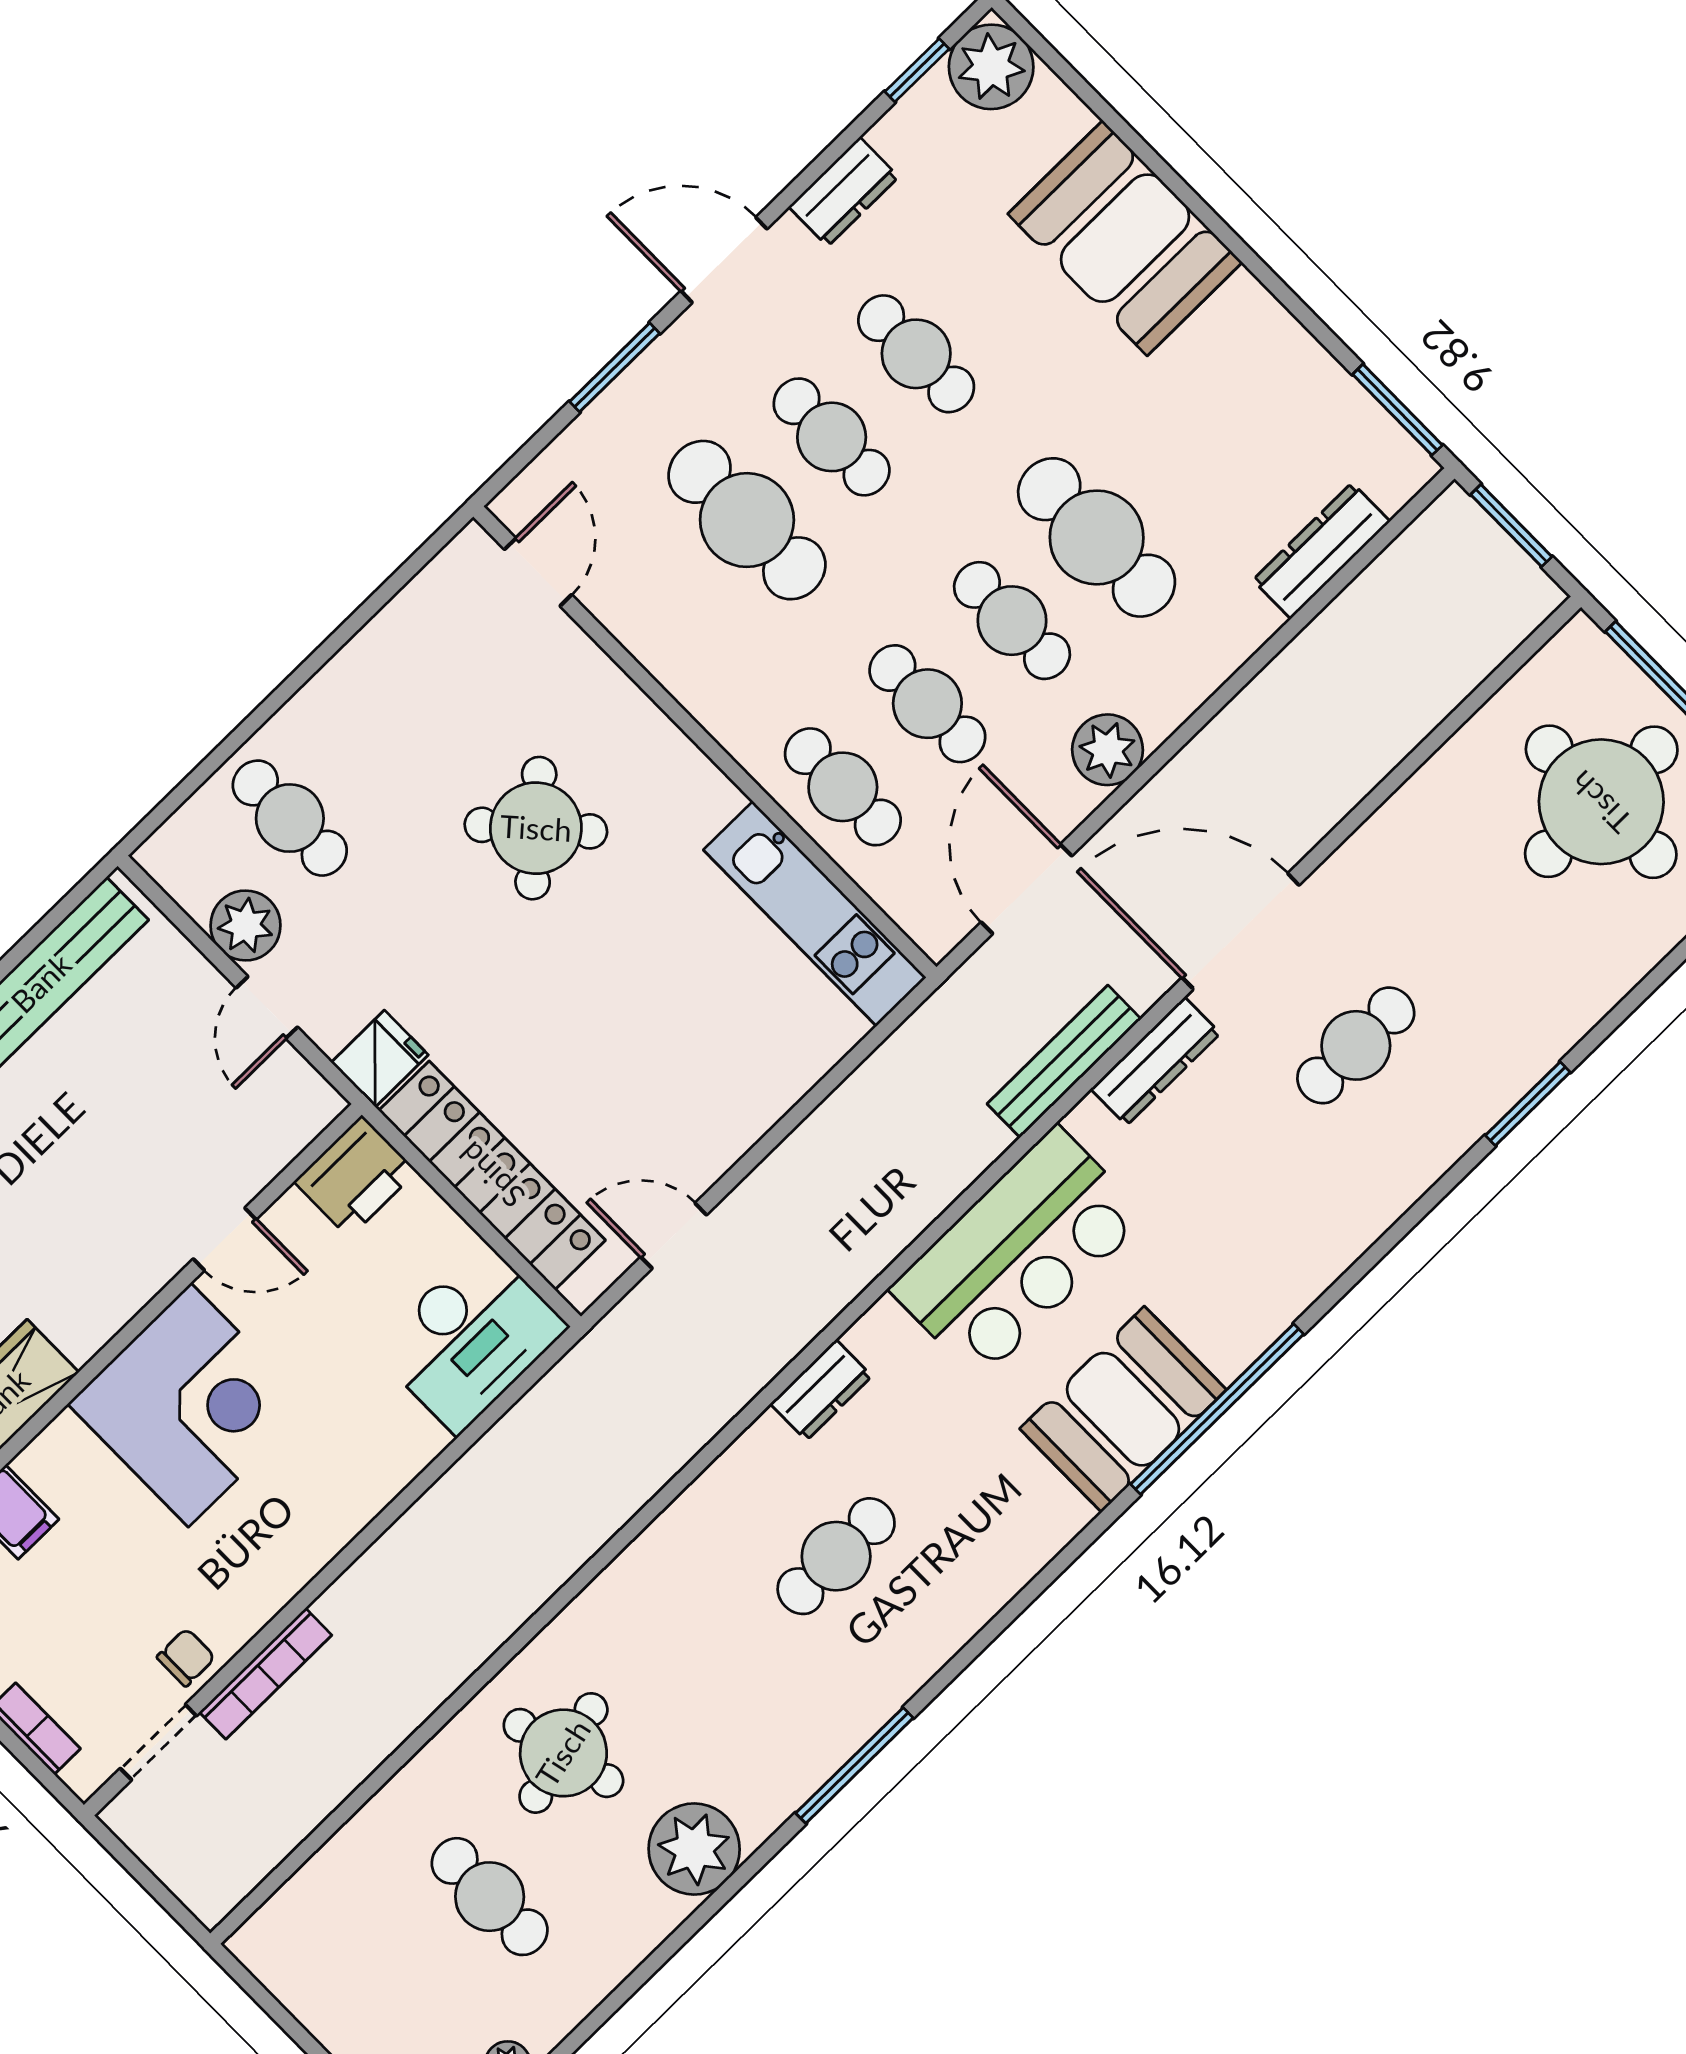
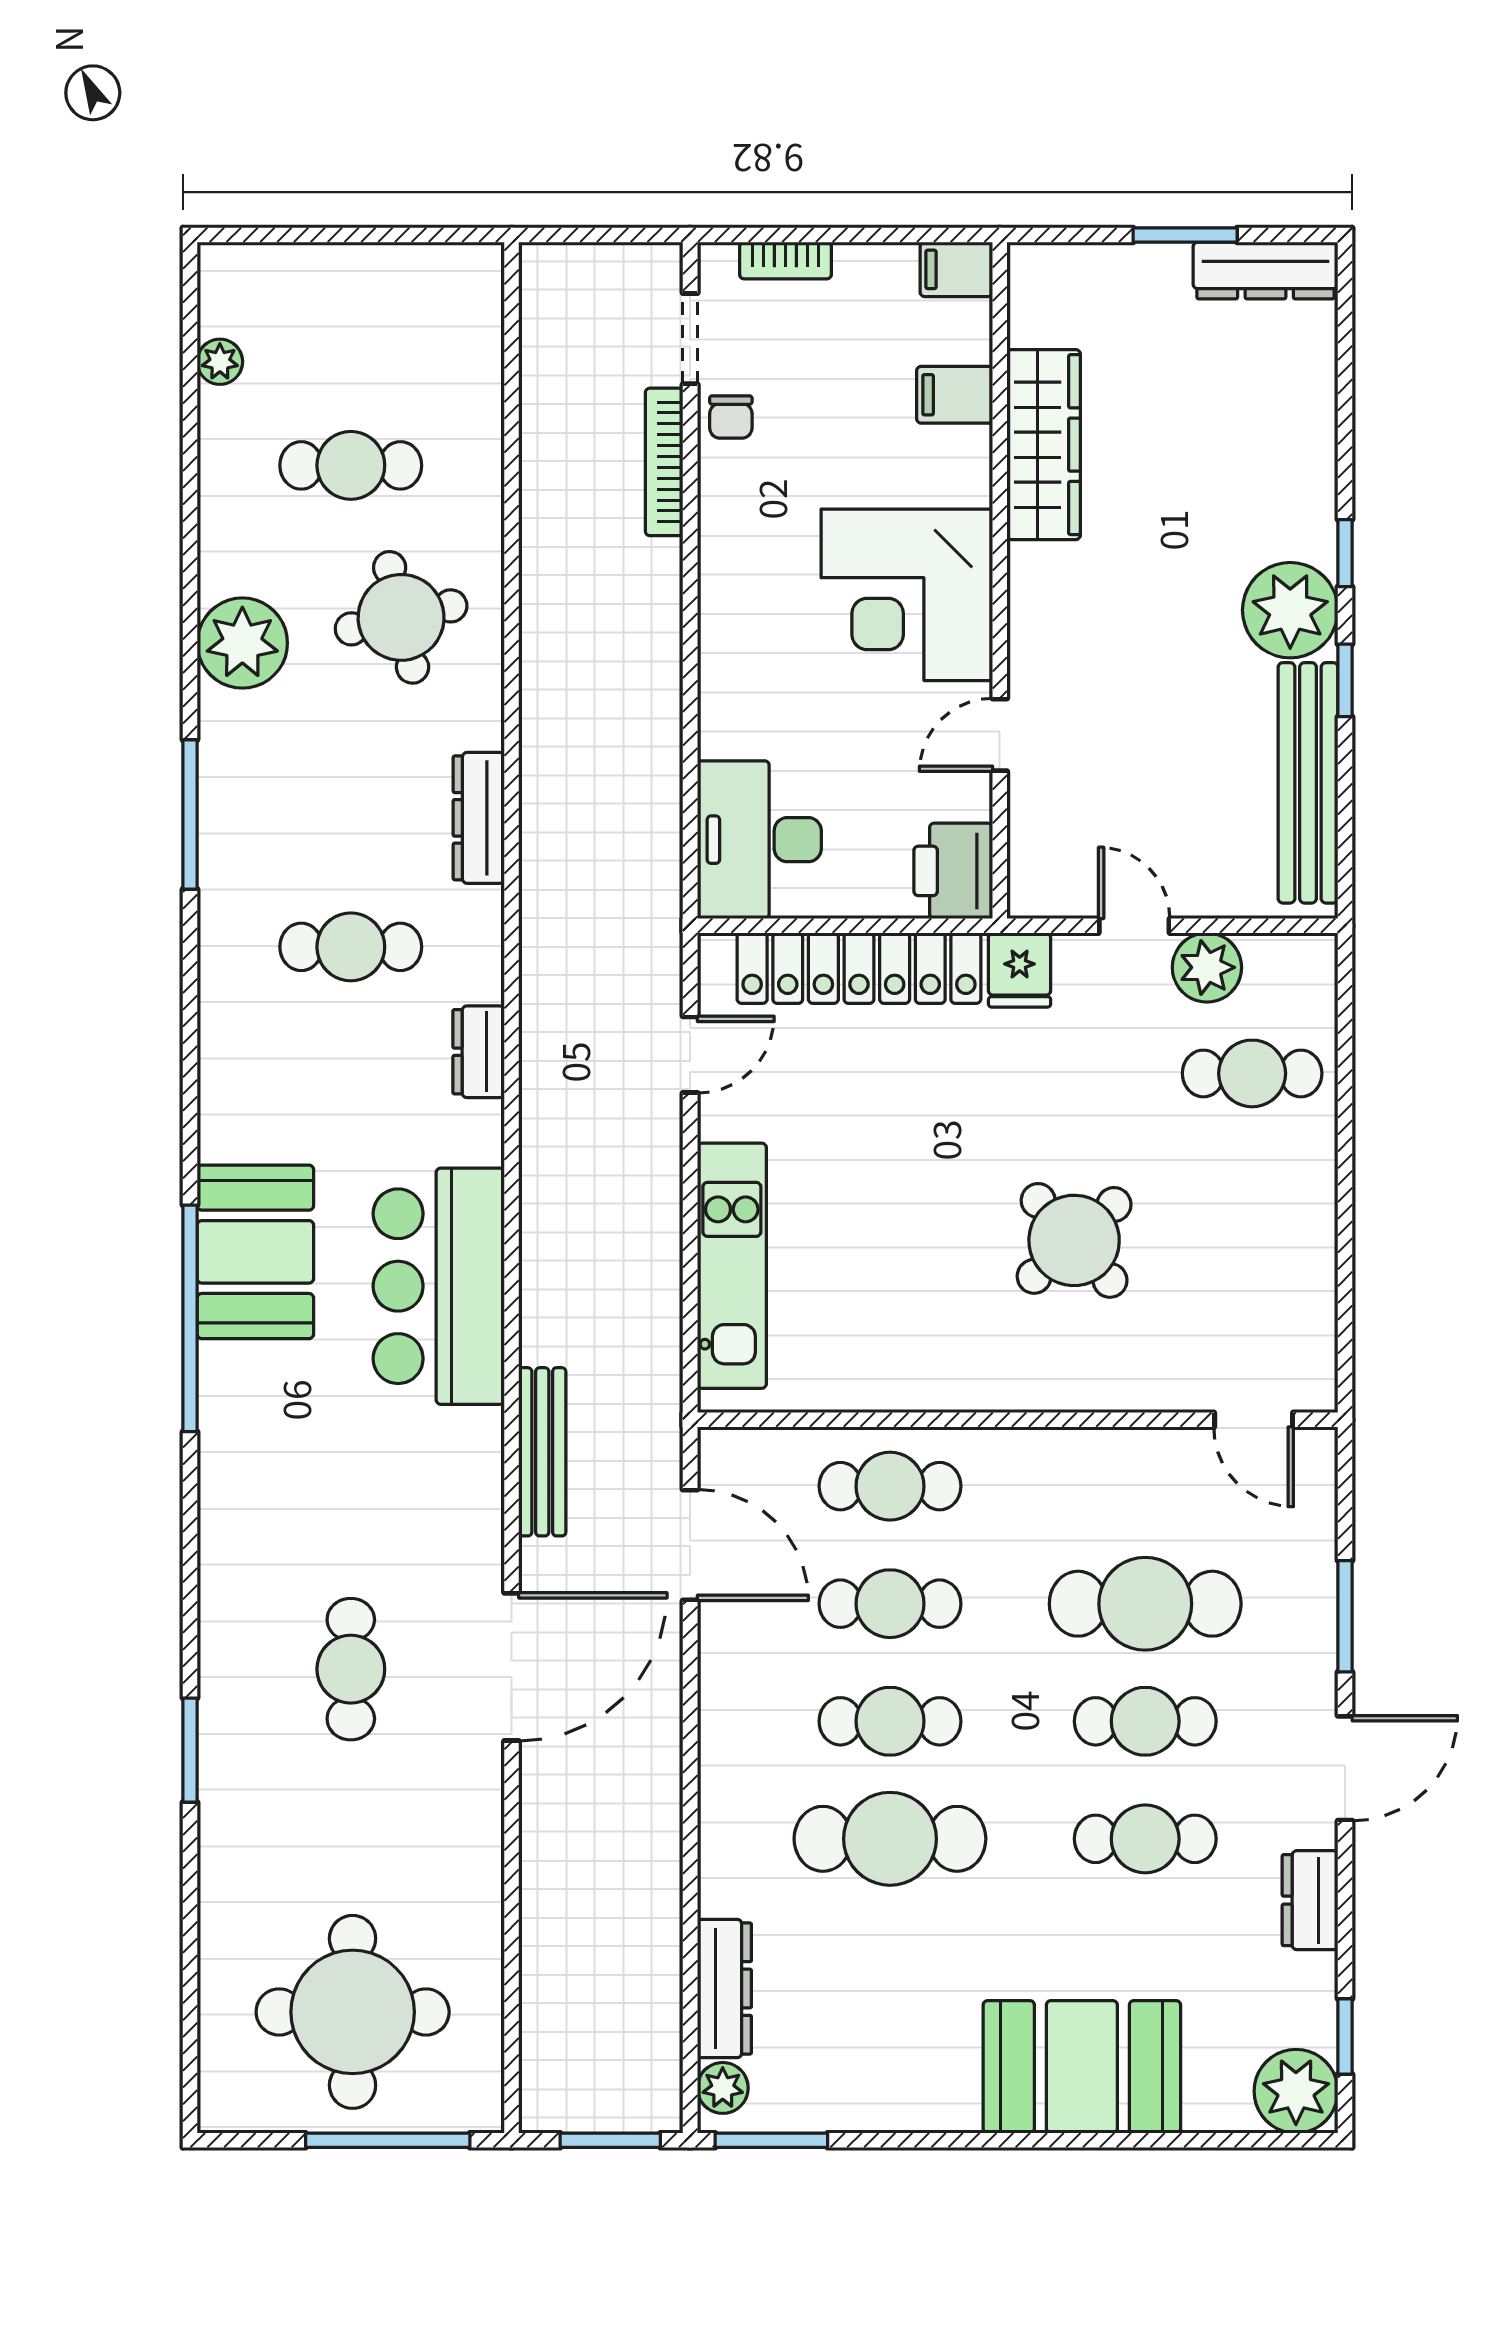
plant: (1108, 750) -> (723, 2088), moved, width x0.73, depth x0.73
kitchen unit: (815, 914) -> (732, 1266), moved, turned 90
dresser: (1155, 1061) -> (479, 818), moved
cafe table: (836, 1556) -> (351, 947), turned 90

